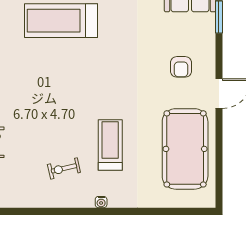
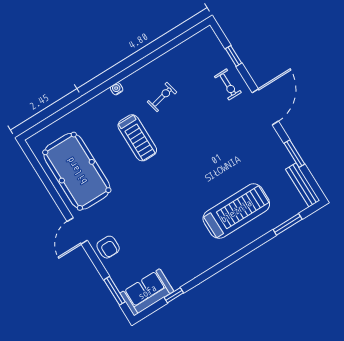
armchair: (181, 67) -> (108, 247), moved, turned 180

